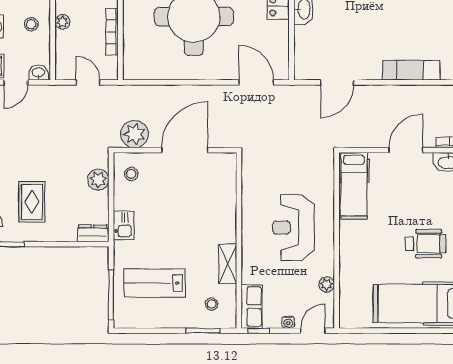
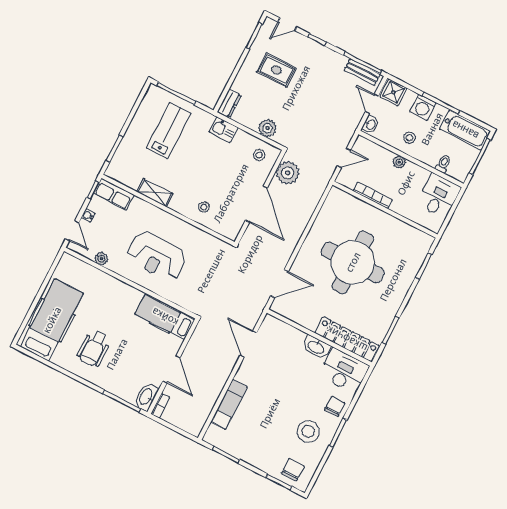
reception desk: (293, 227) -> (157, 256), turned 180
stool: (212, 304) -> (204, 207), moved

